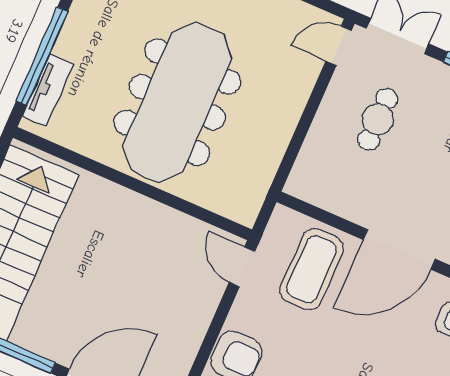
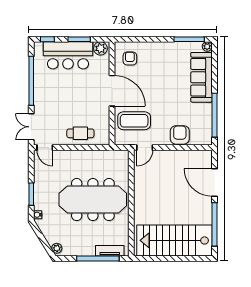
cafe table: (378, 119) -> (80, 133), moved

